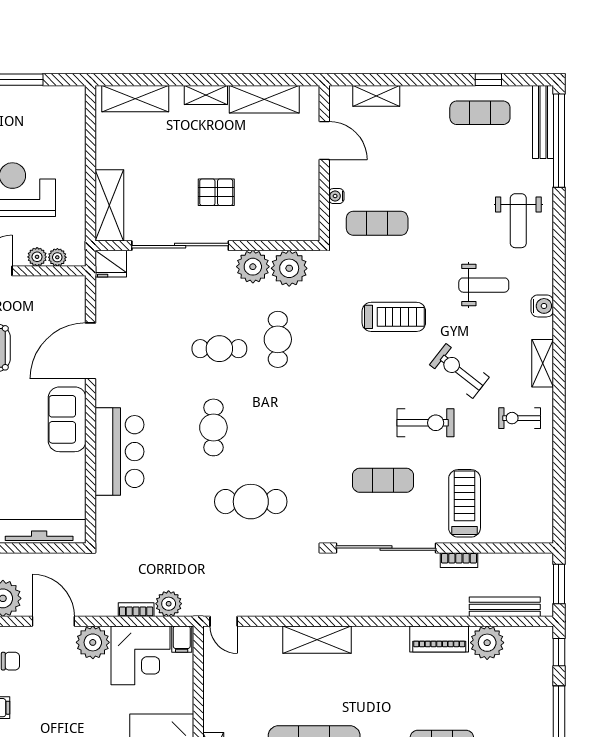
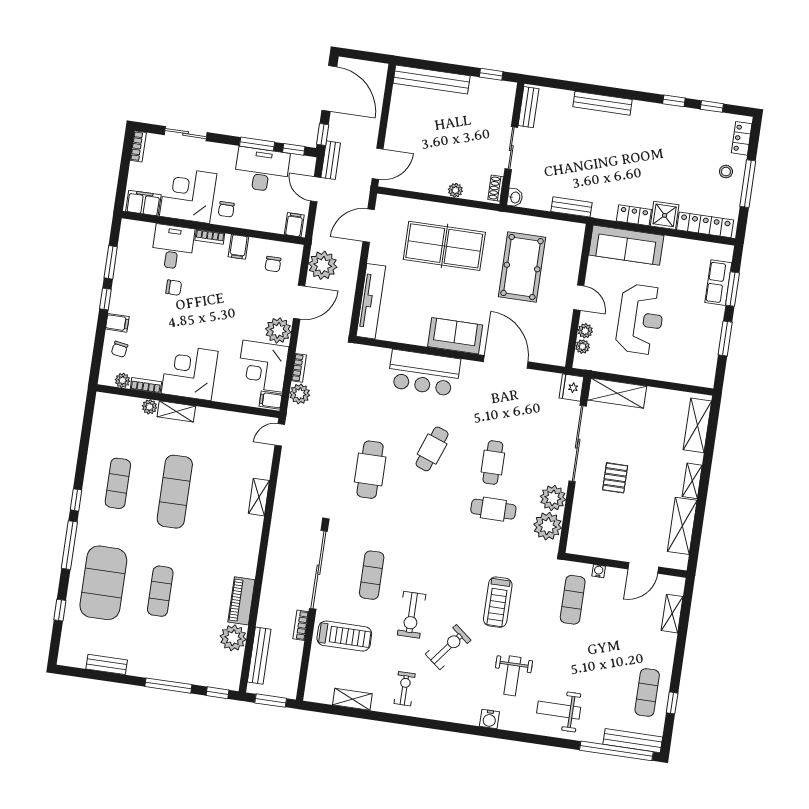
shelving: (543, 363) -> (352, 699), moved
cafe table: (213, 427) -> (432, 449), turned -70
shelving: (317, 640) -> (259, 497), width x0.67, depth x0.75

